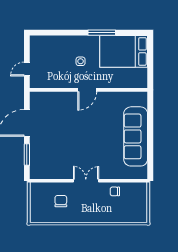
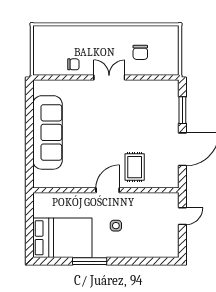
rug: (65, 109) -> (135, 167), added
double door: (86, 181) -> (109, 78), swing flipped

